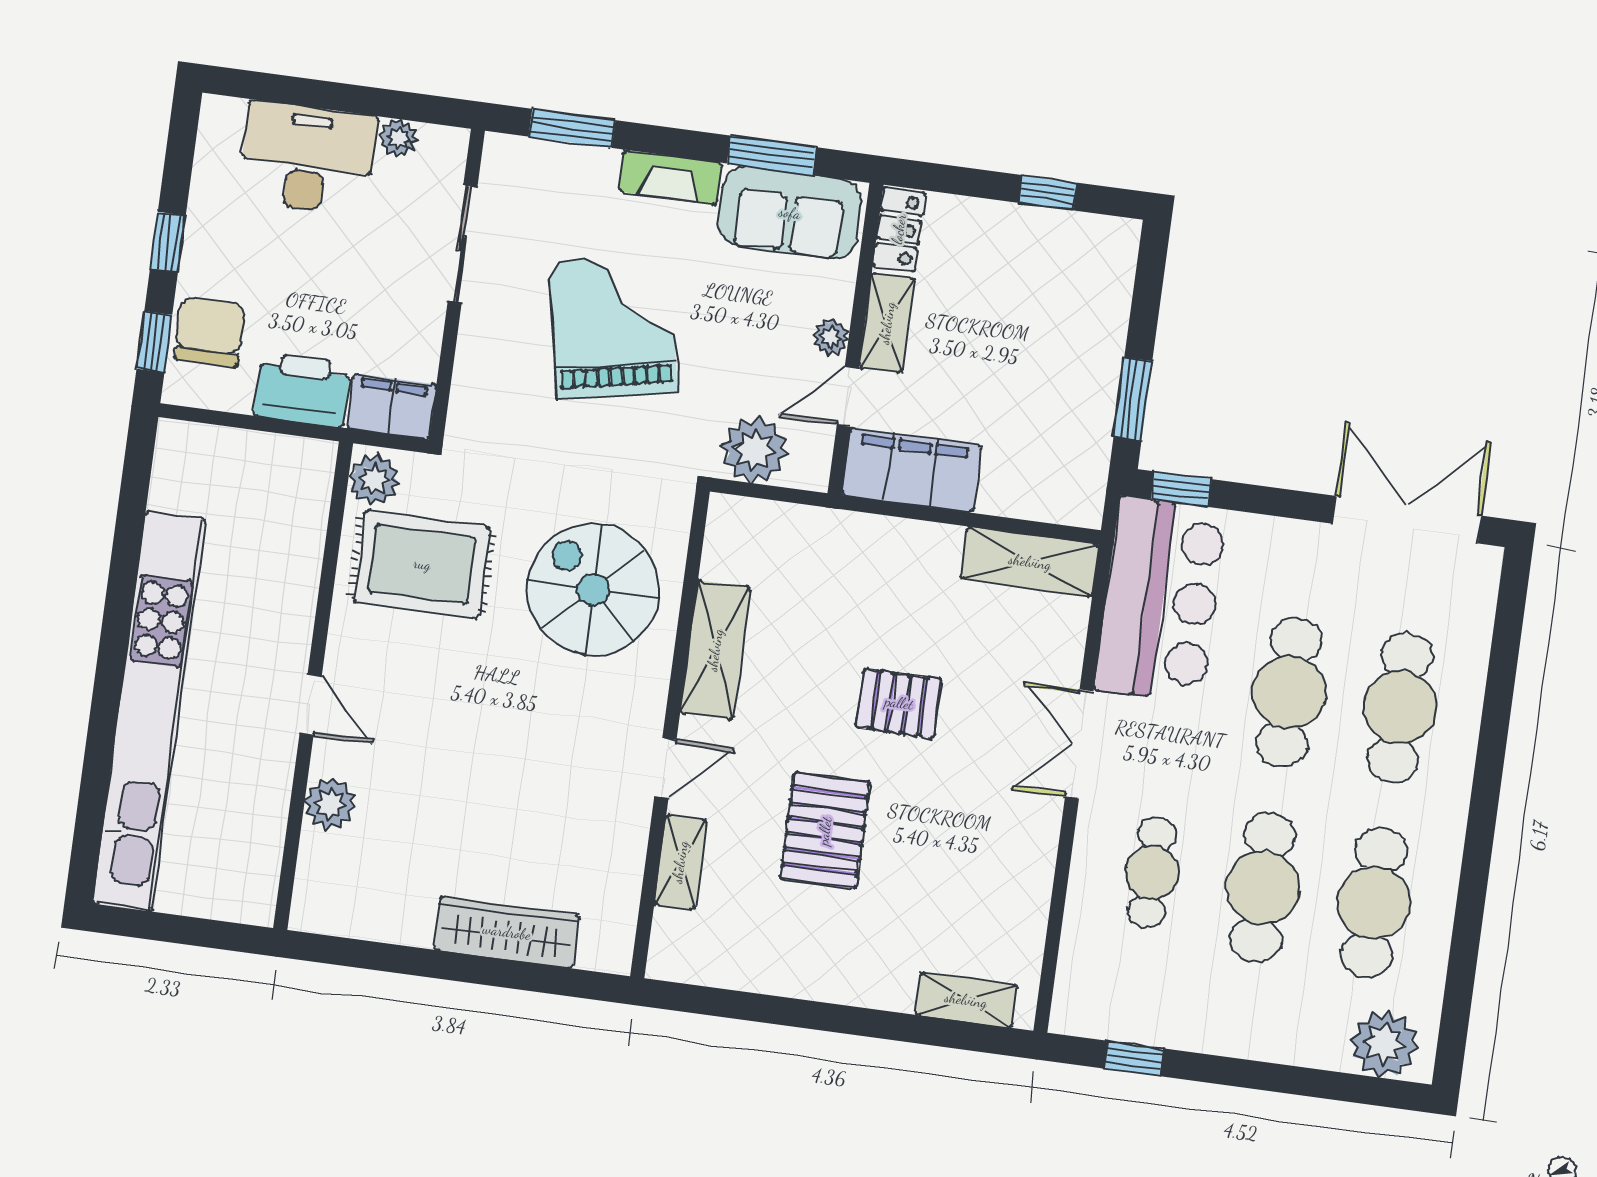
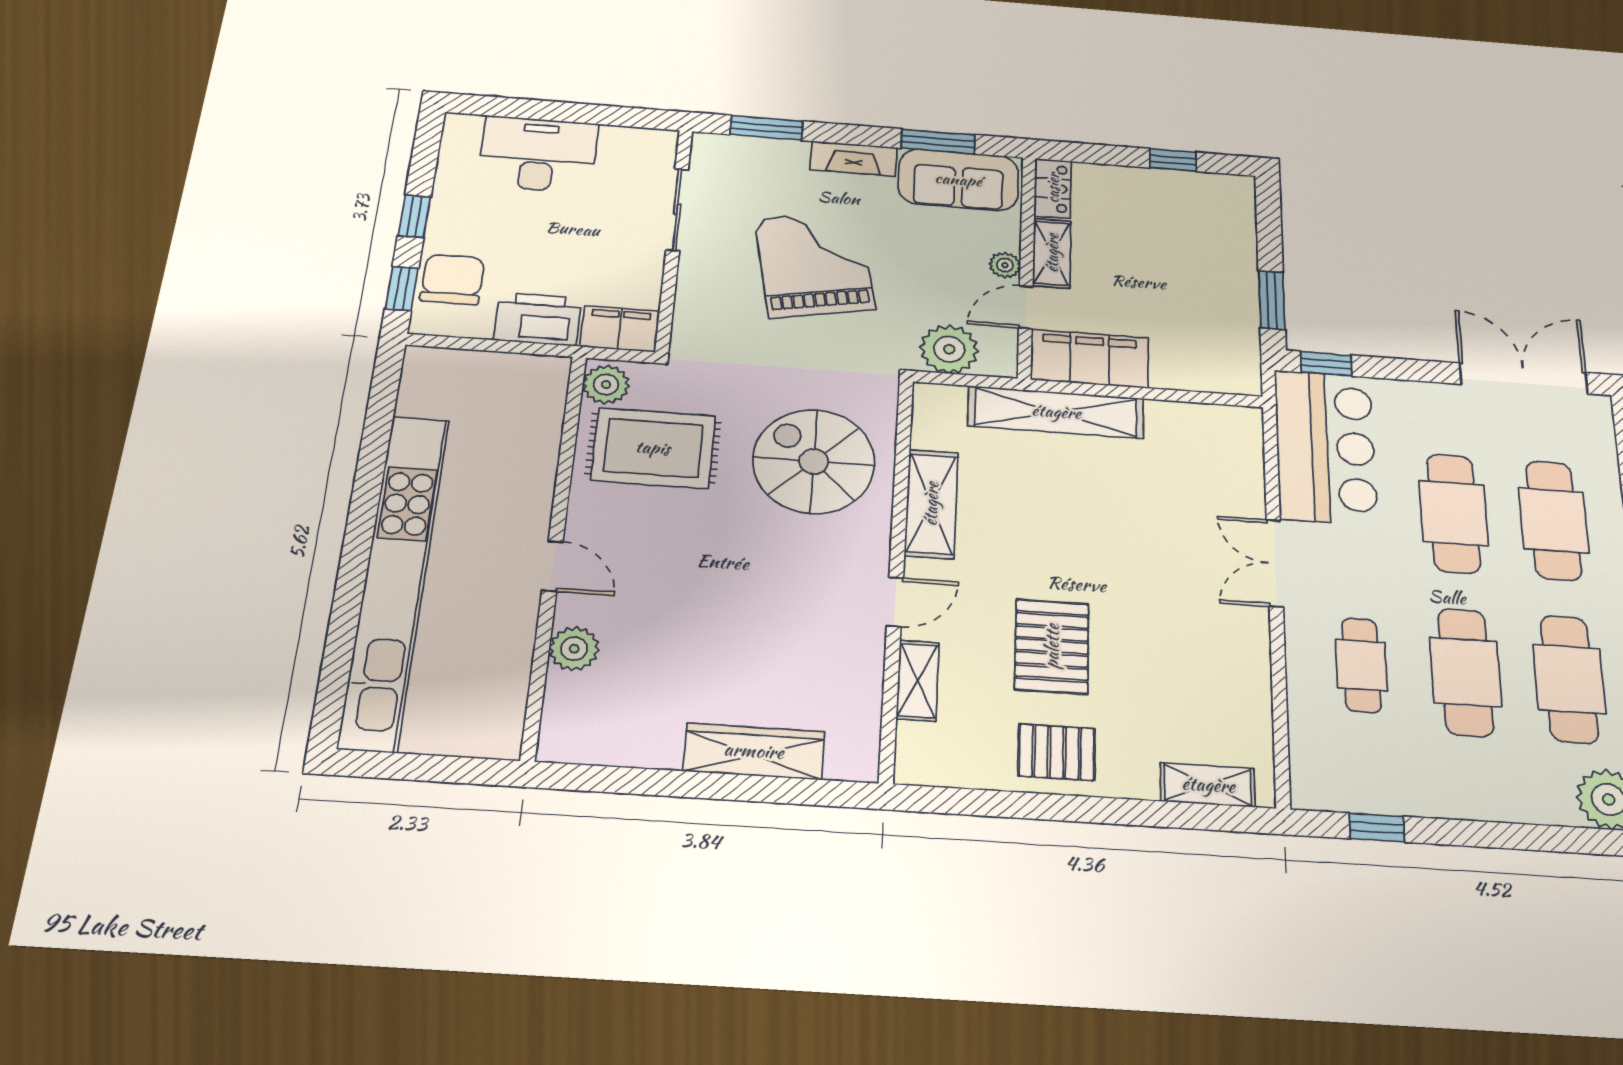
plant: (398, 138) -> (617, 138), removed
shelving: (1030, 562) -> (1056, 412), moved, width x1.47
pallet: (899, 703) -> (1057, 752), moved

